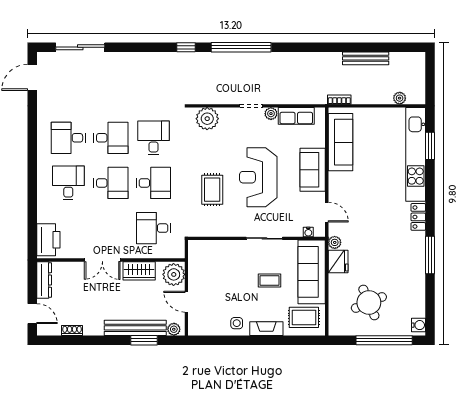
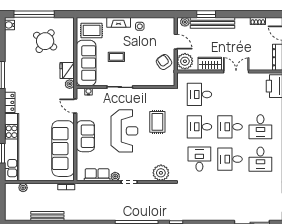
desk: (68, 138) -> (260, 159), turned 90
desk: (153, 138) -> (199, 159), turned 180
sofa: (341, 142) -> (63, 149), width x1.36, depth x1.27
desk: (153, 228) -> (199, 94), turned 180
armchair: (203, 273) -> (164, 62), added
round table: (369, 302) -> (45, 41), turned -32

